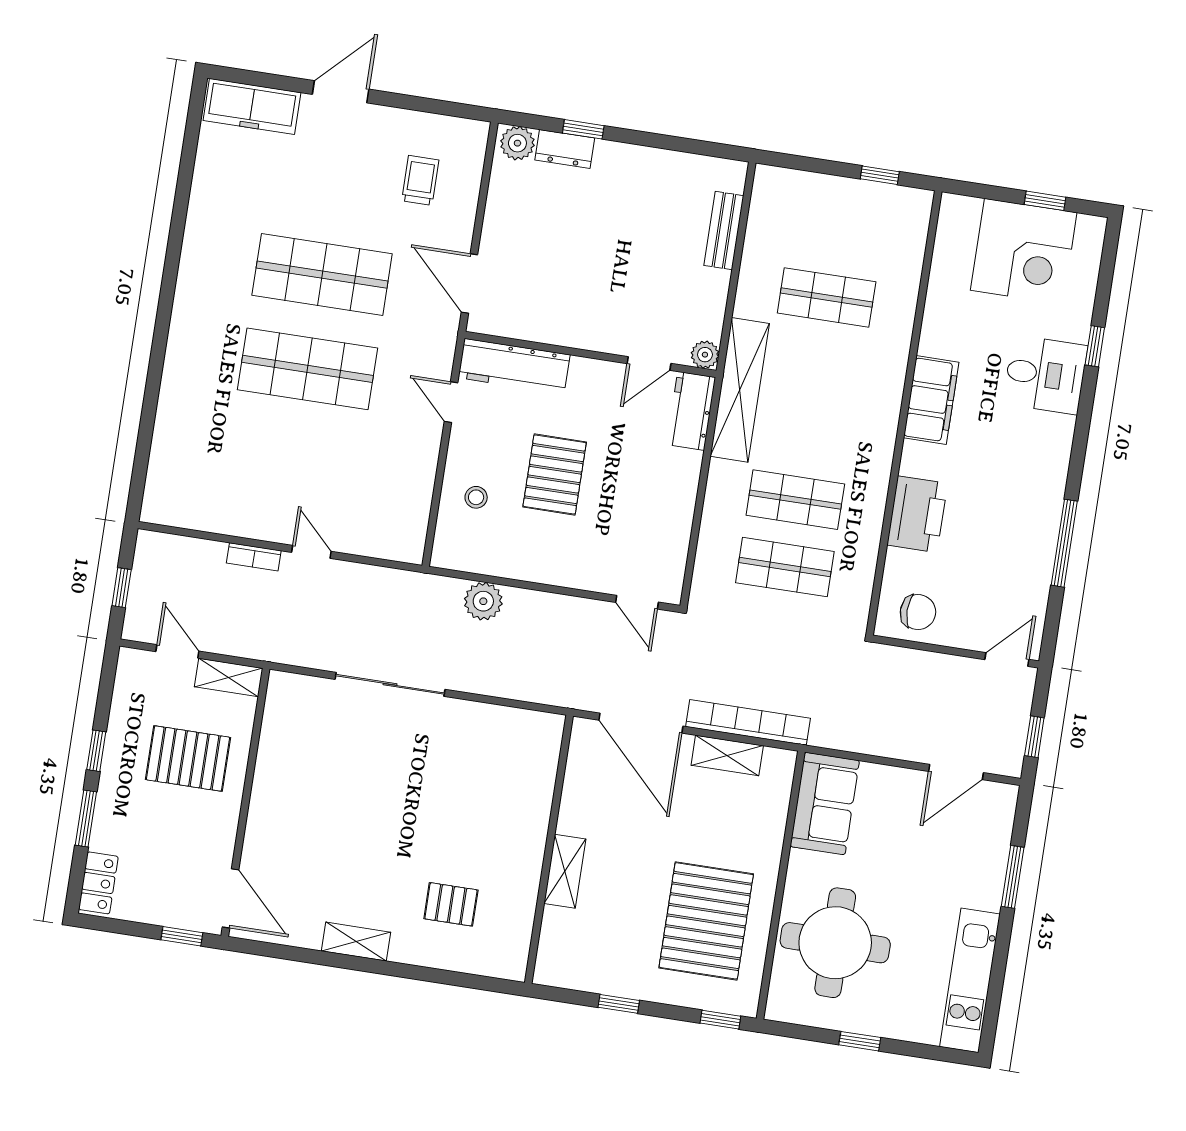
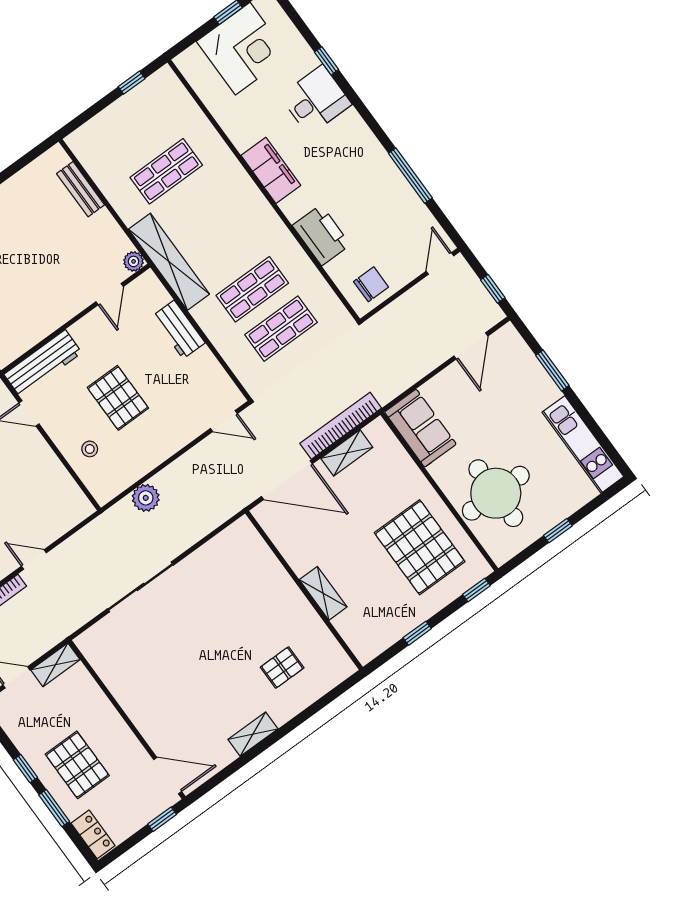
workbench: (691, 411) -> (179, 329), moved
pallet: (188, 758) -> (77, 765), moved, turned 90

